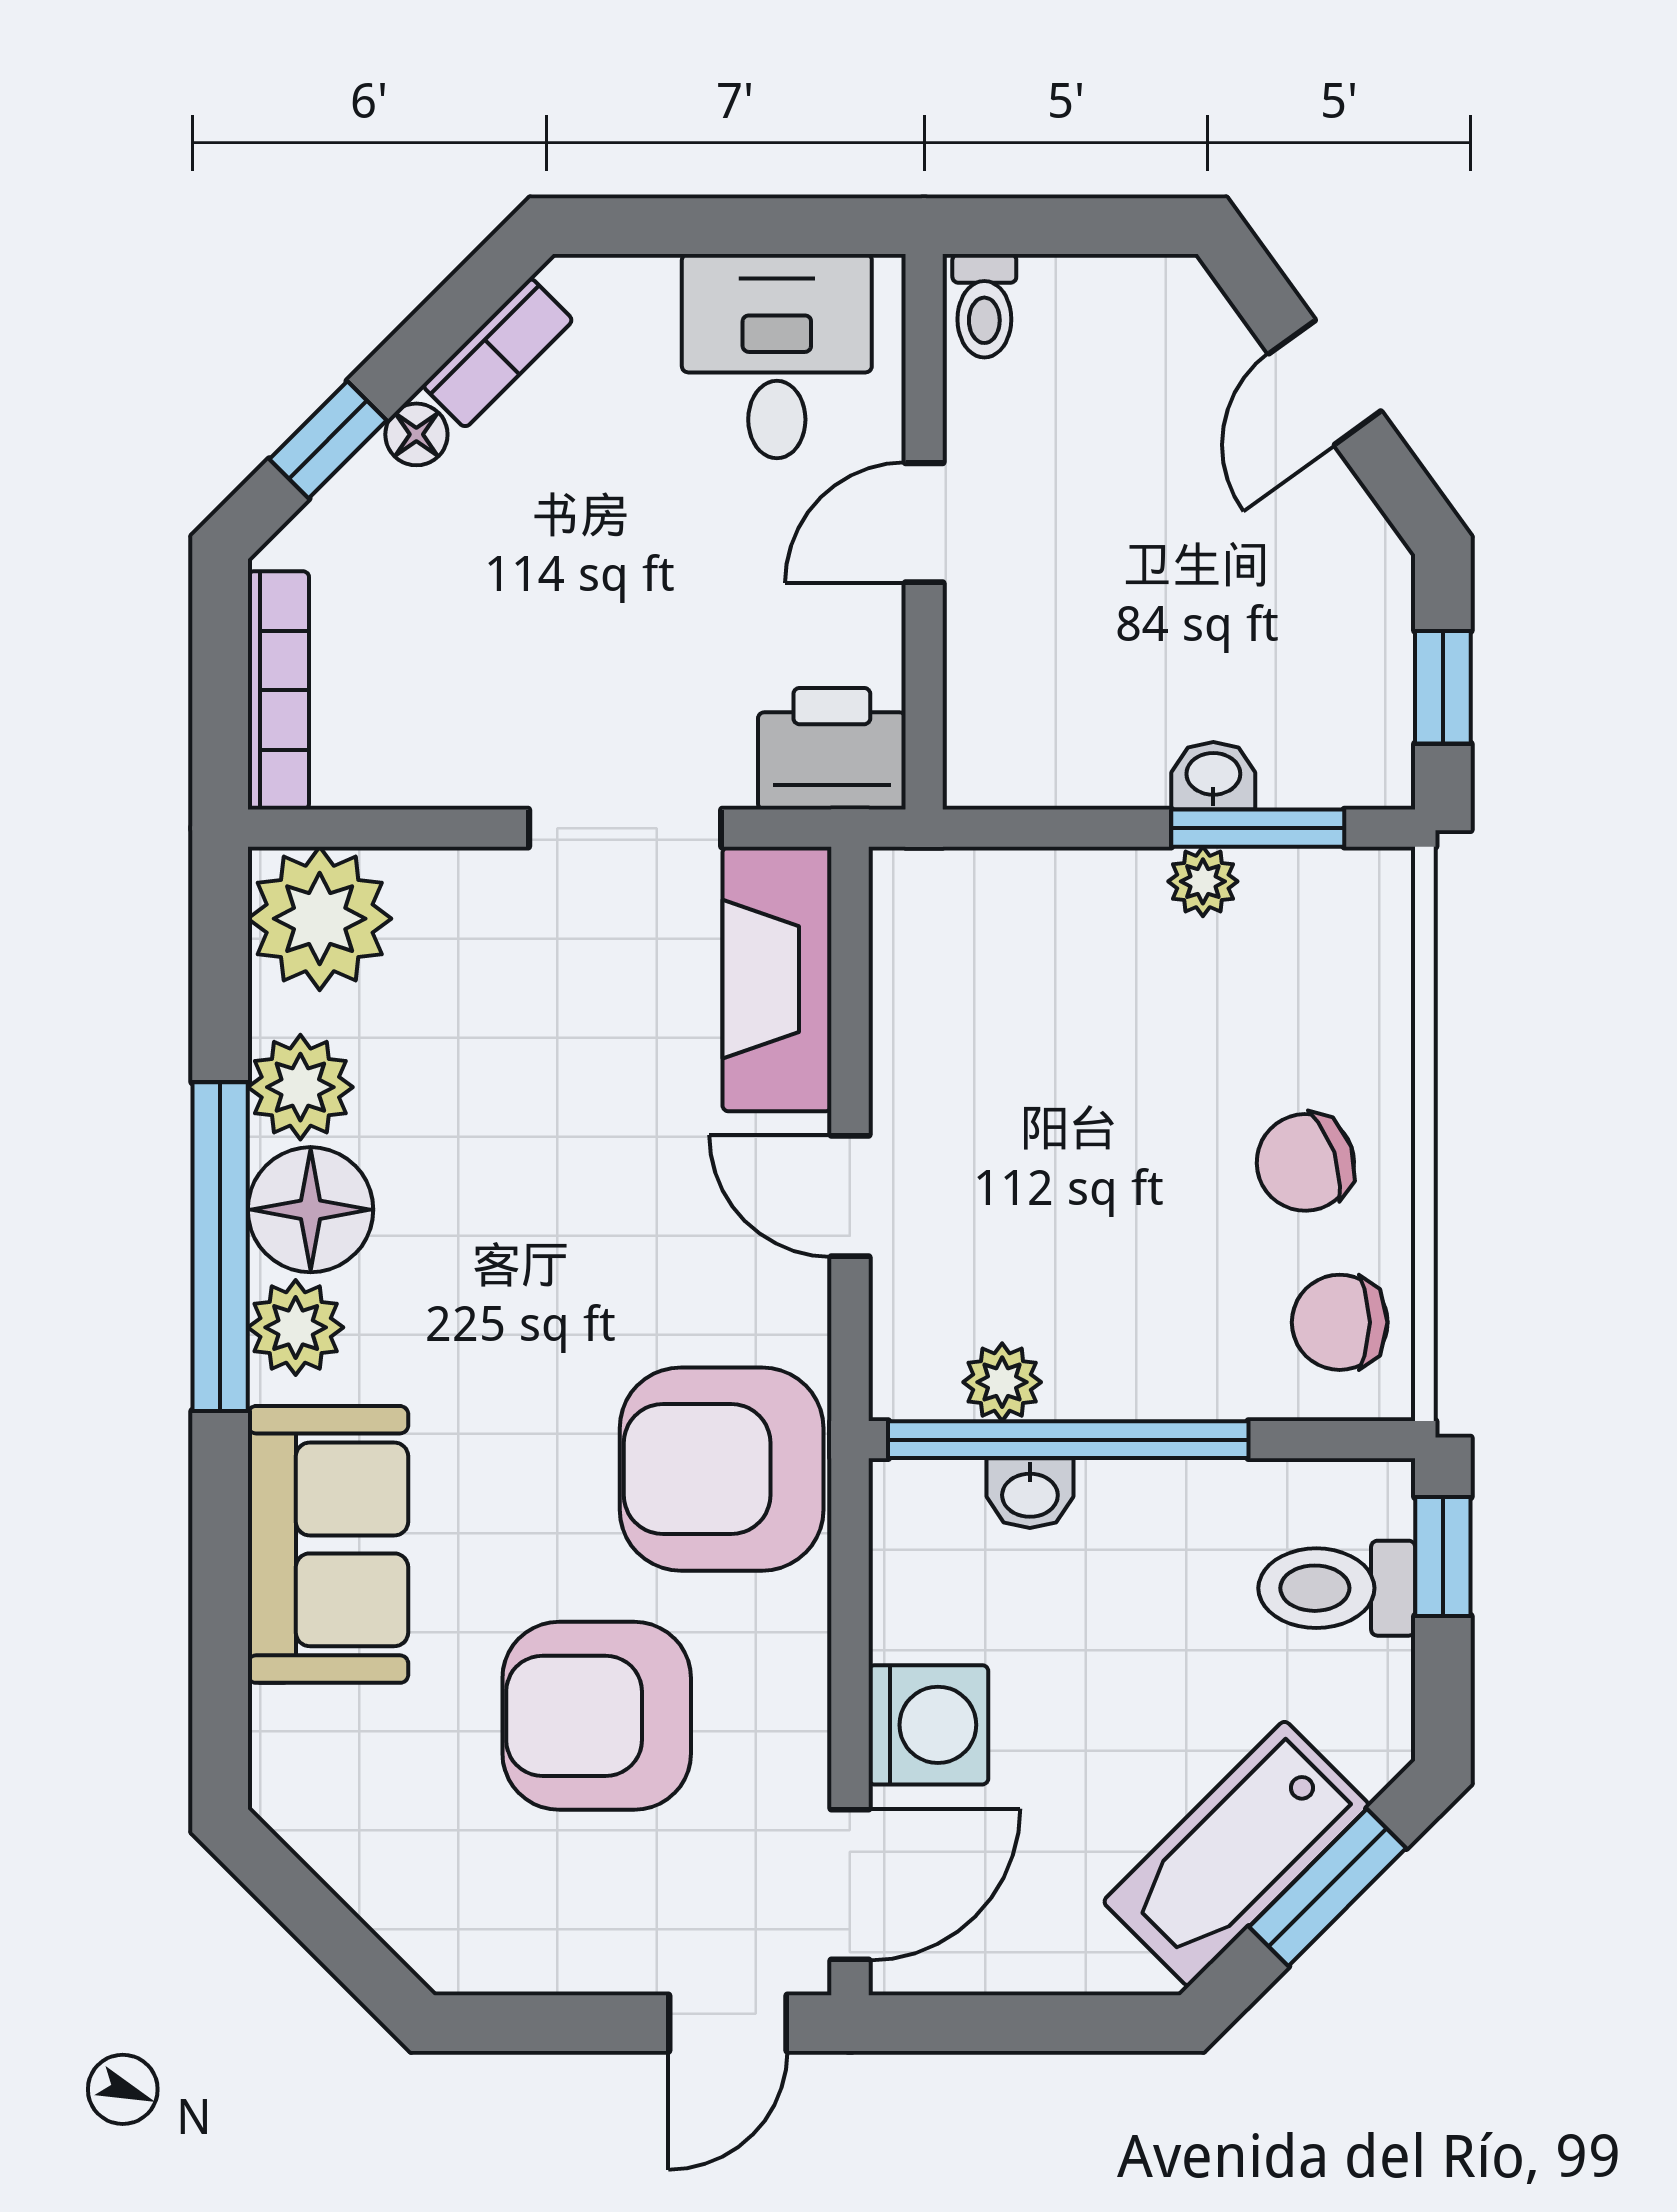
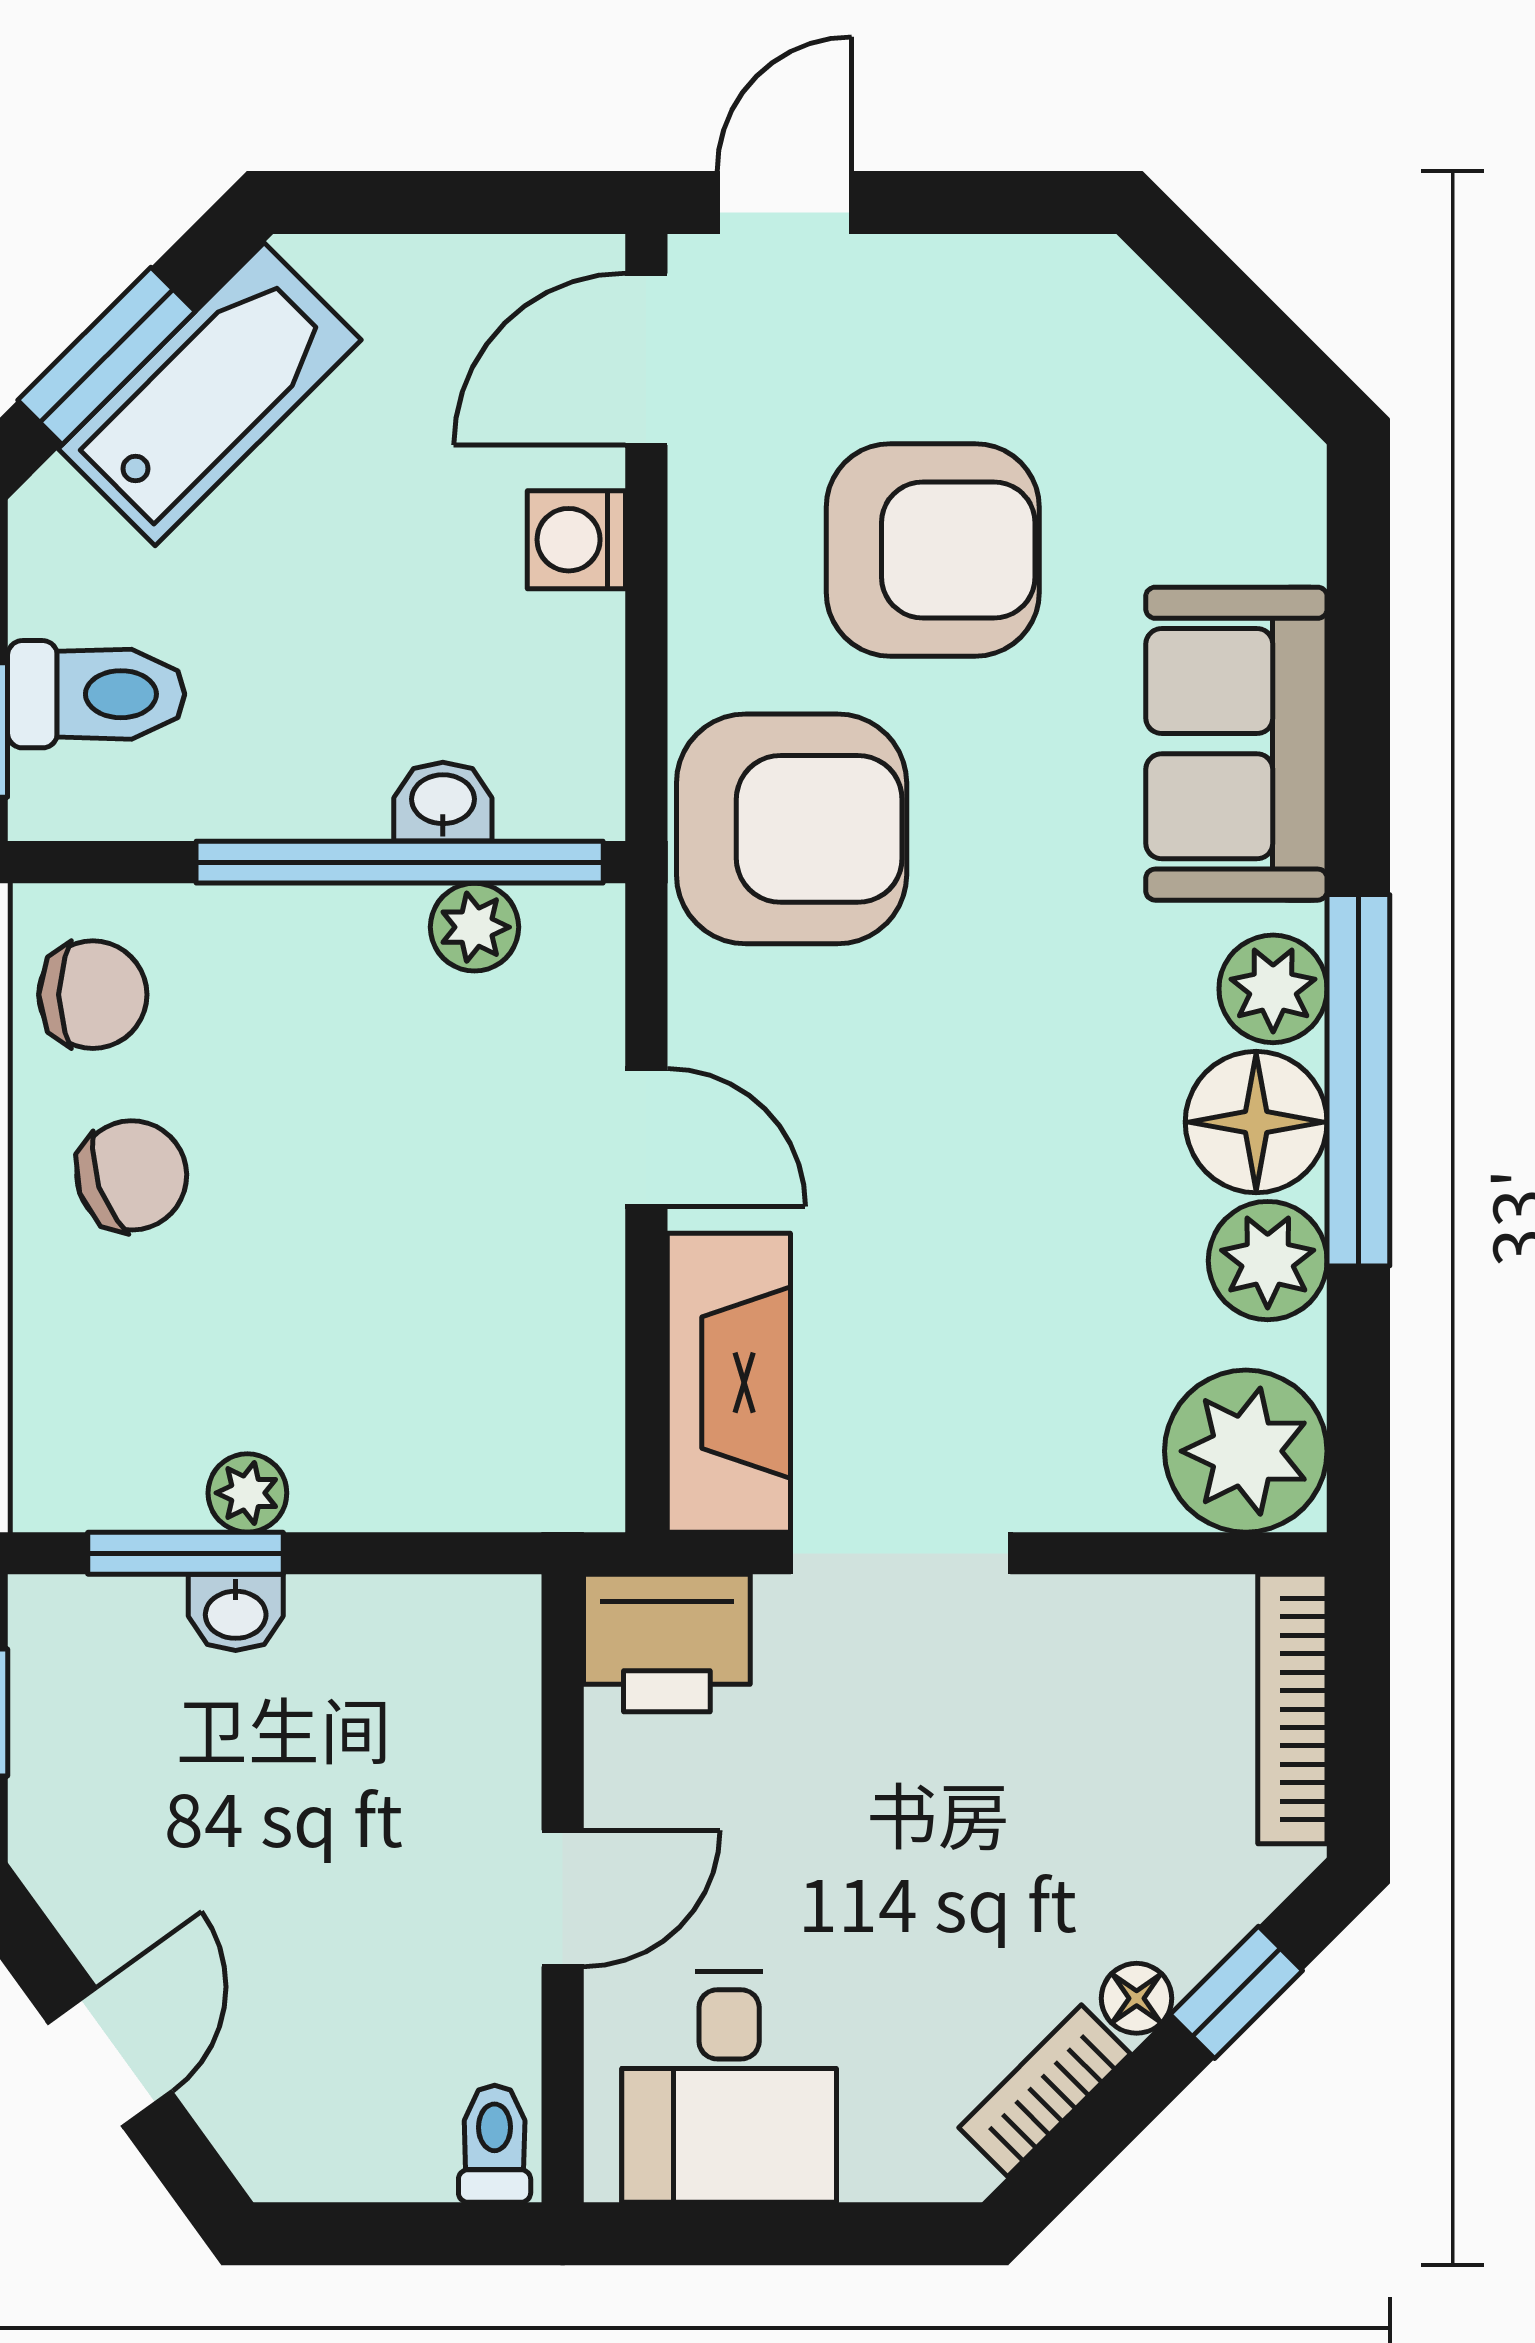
washing machine: (928, 1725) -> (576, 540), width x0.73, depth x0.73

